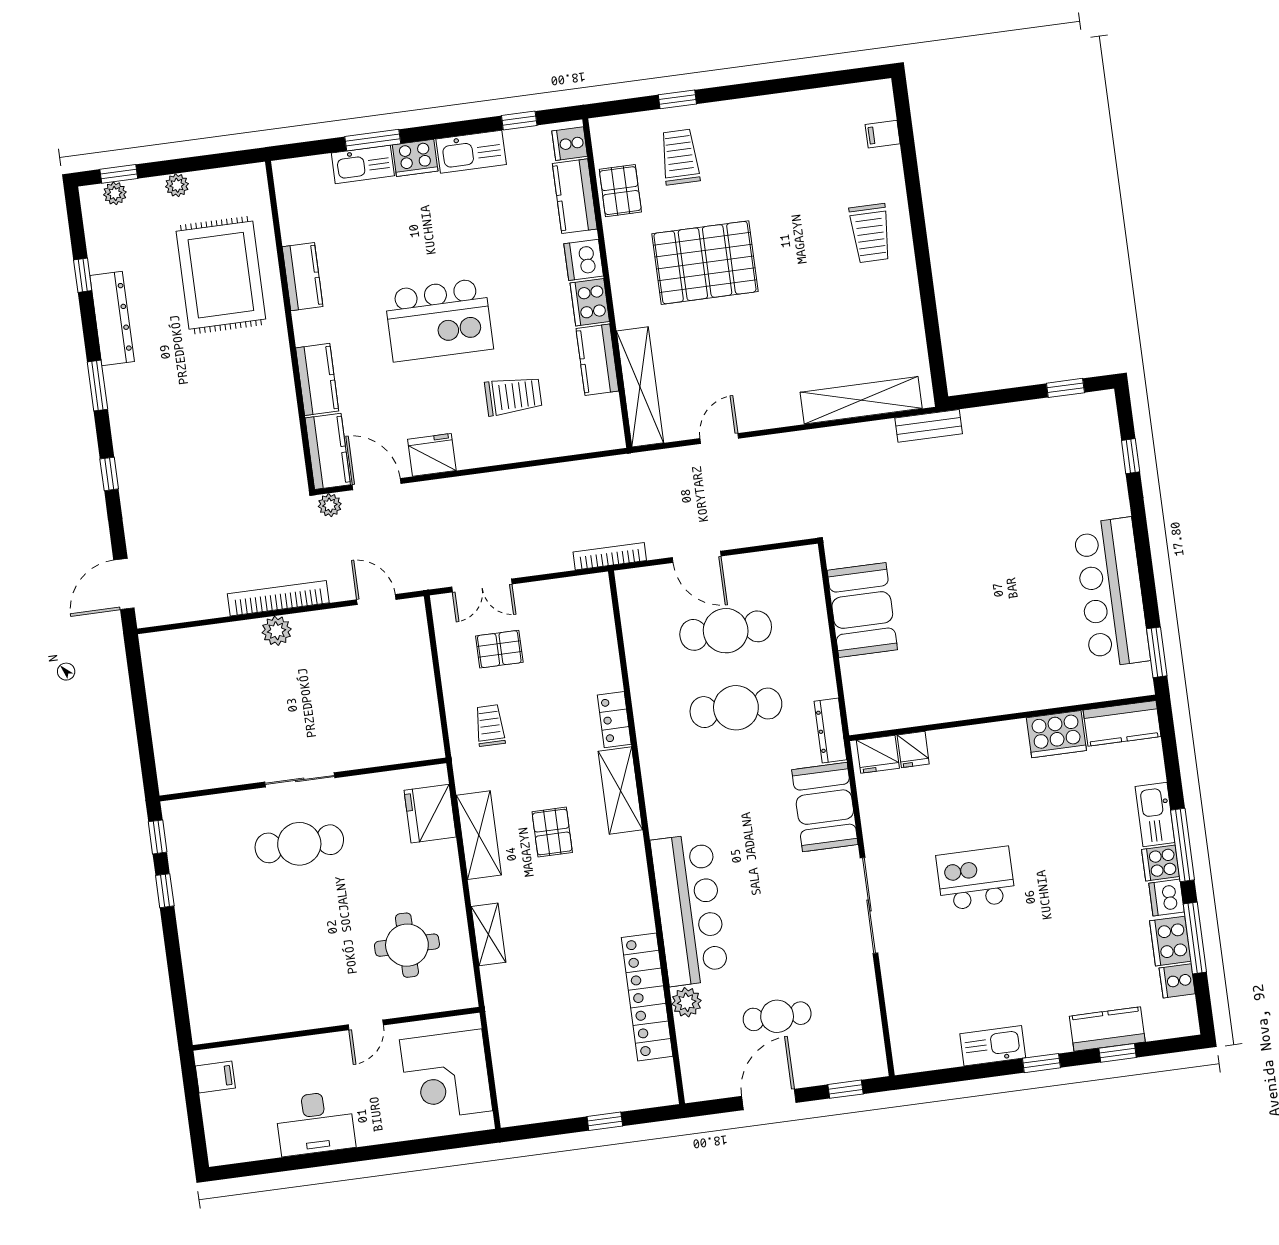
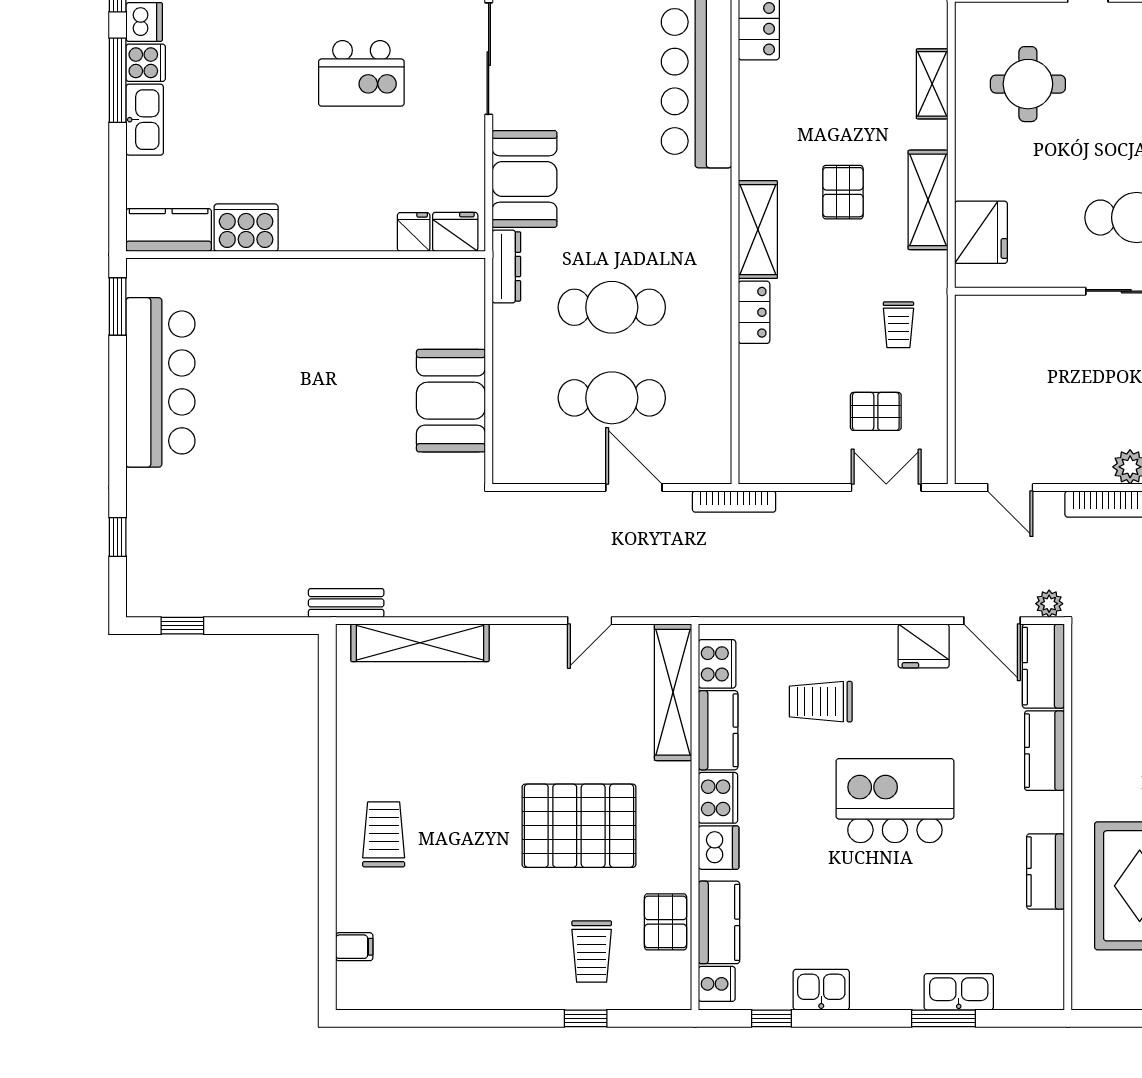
kitchen sink: (471, 152) -> (821, 990), width x0.73
cooker: (415, 158) -> (717, 664), moved, turned 90

